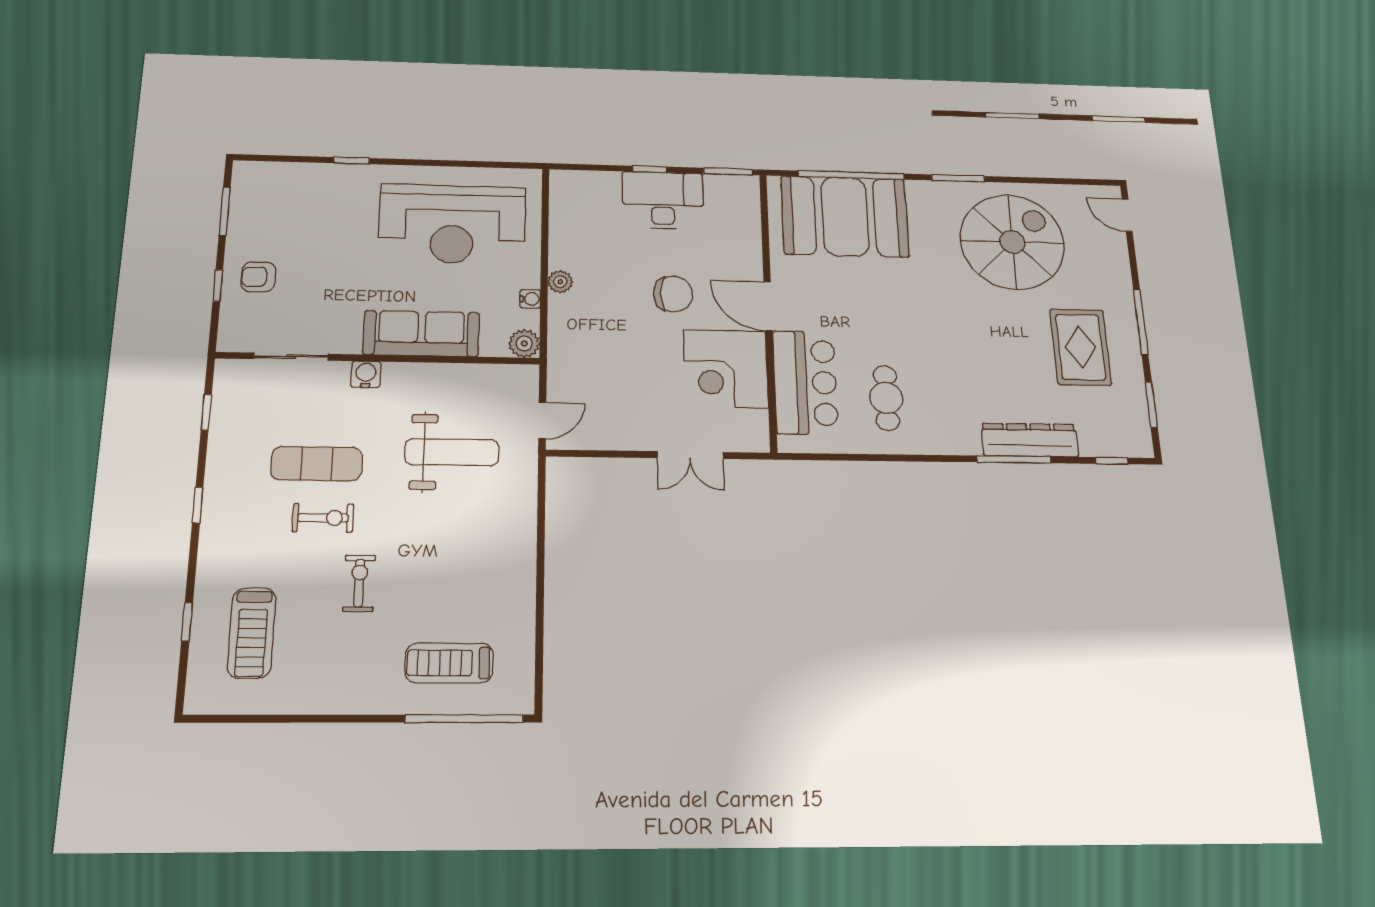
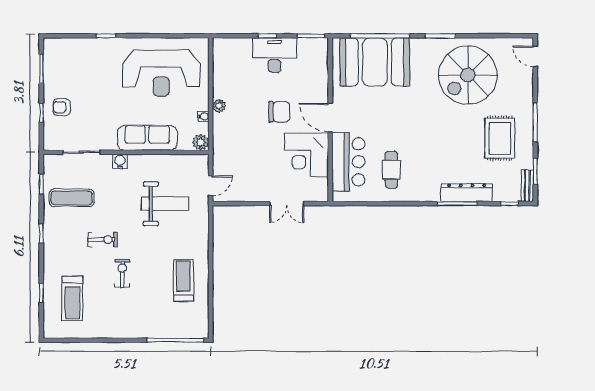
spiral stairs: (1012, 242) -> (468, 75), turned 180
bench: (1140, 430) -> (527, 186), added
exercise mat: (317, 464) -> (72, 198), moved
treadmill: (449, 663) -> (183, 280), moved, turned 90

